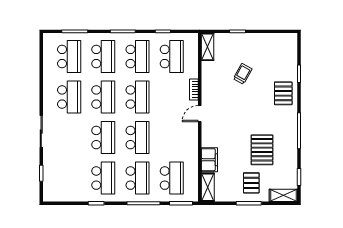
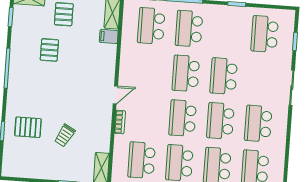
pallet: (283, 93) -> (28, 127), moved, turned 90
pallet: (262, 150) -> (49, 50), width x0.67, depth x0.71
filing cabinet: (209, 160) -> (109, 36), width x0.50
school desk: (103, 178) -> (265, 34), moved

